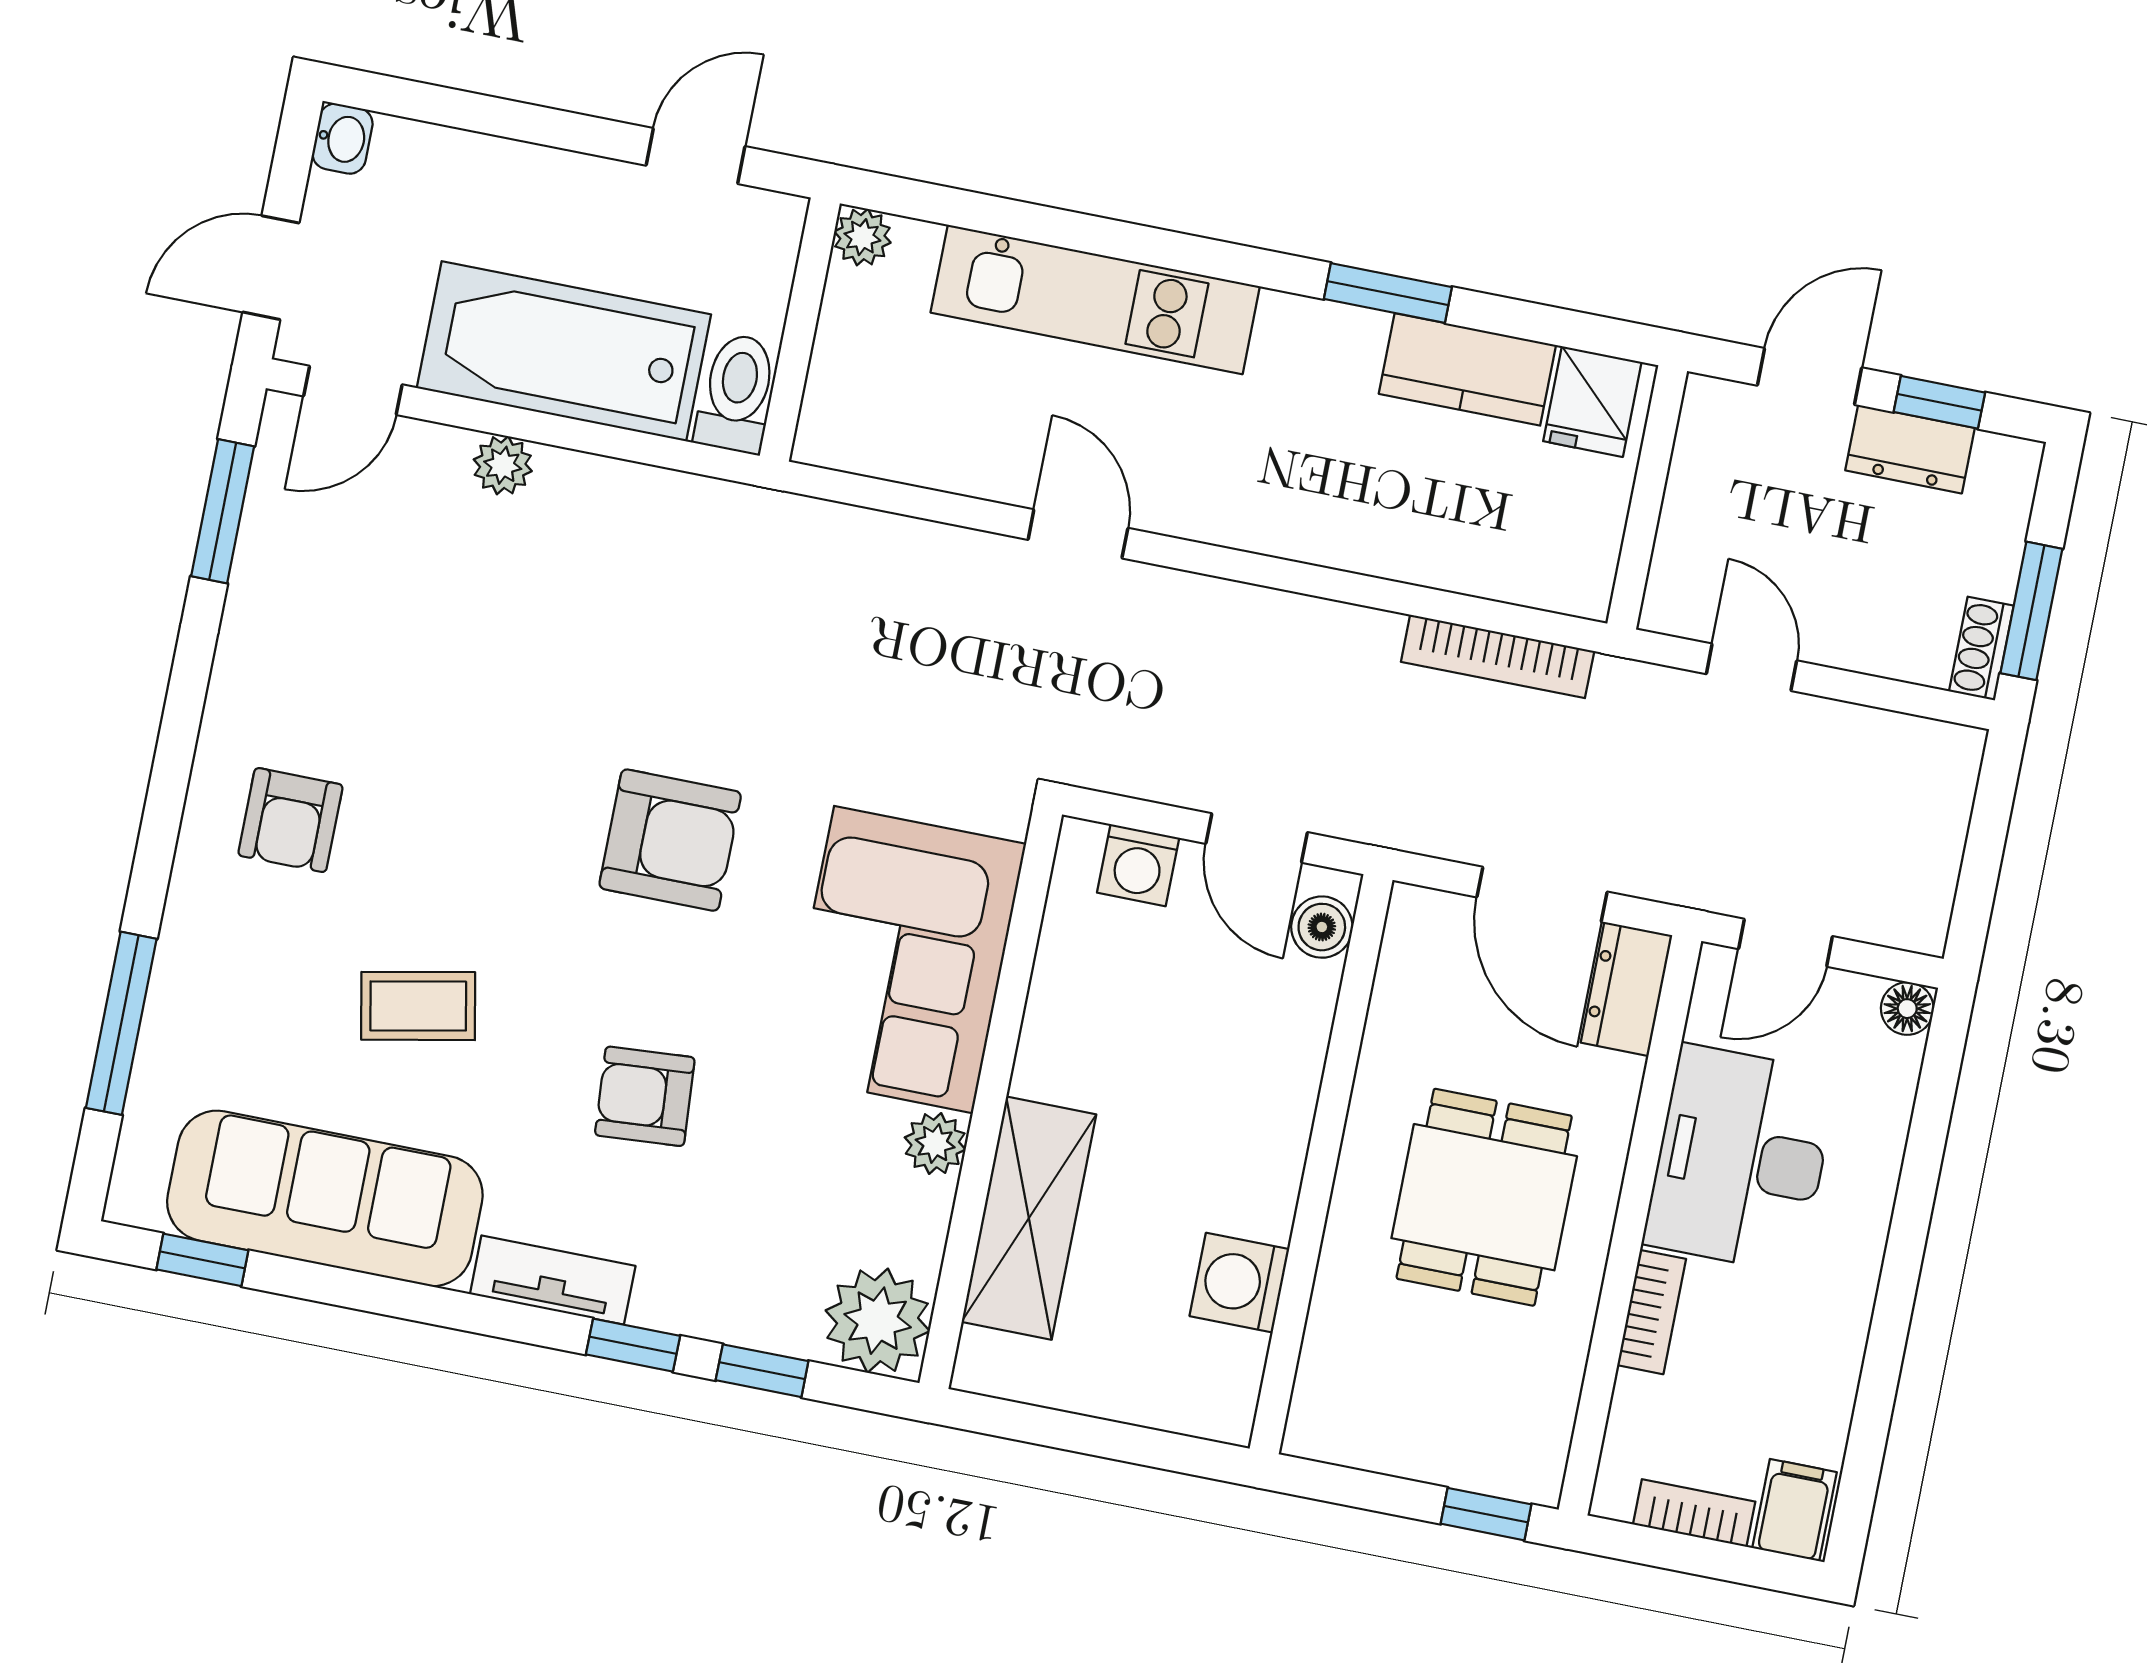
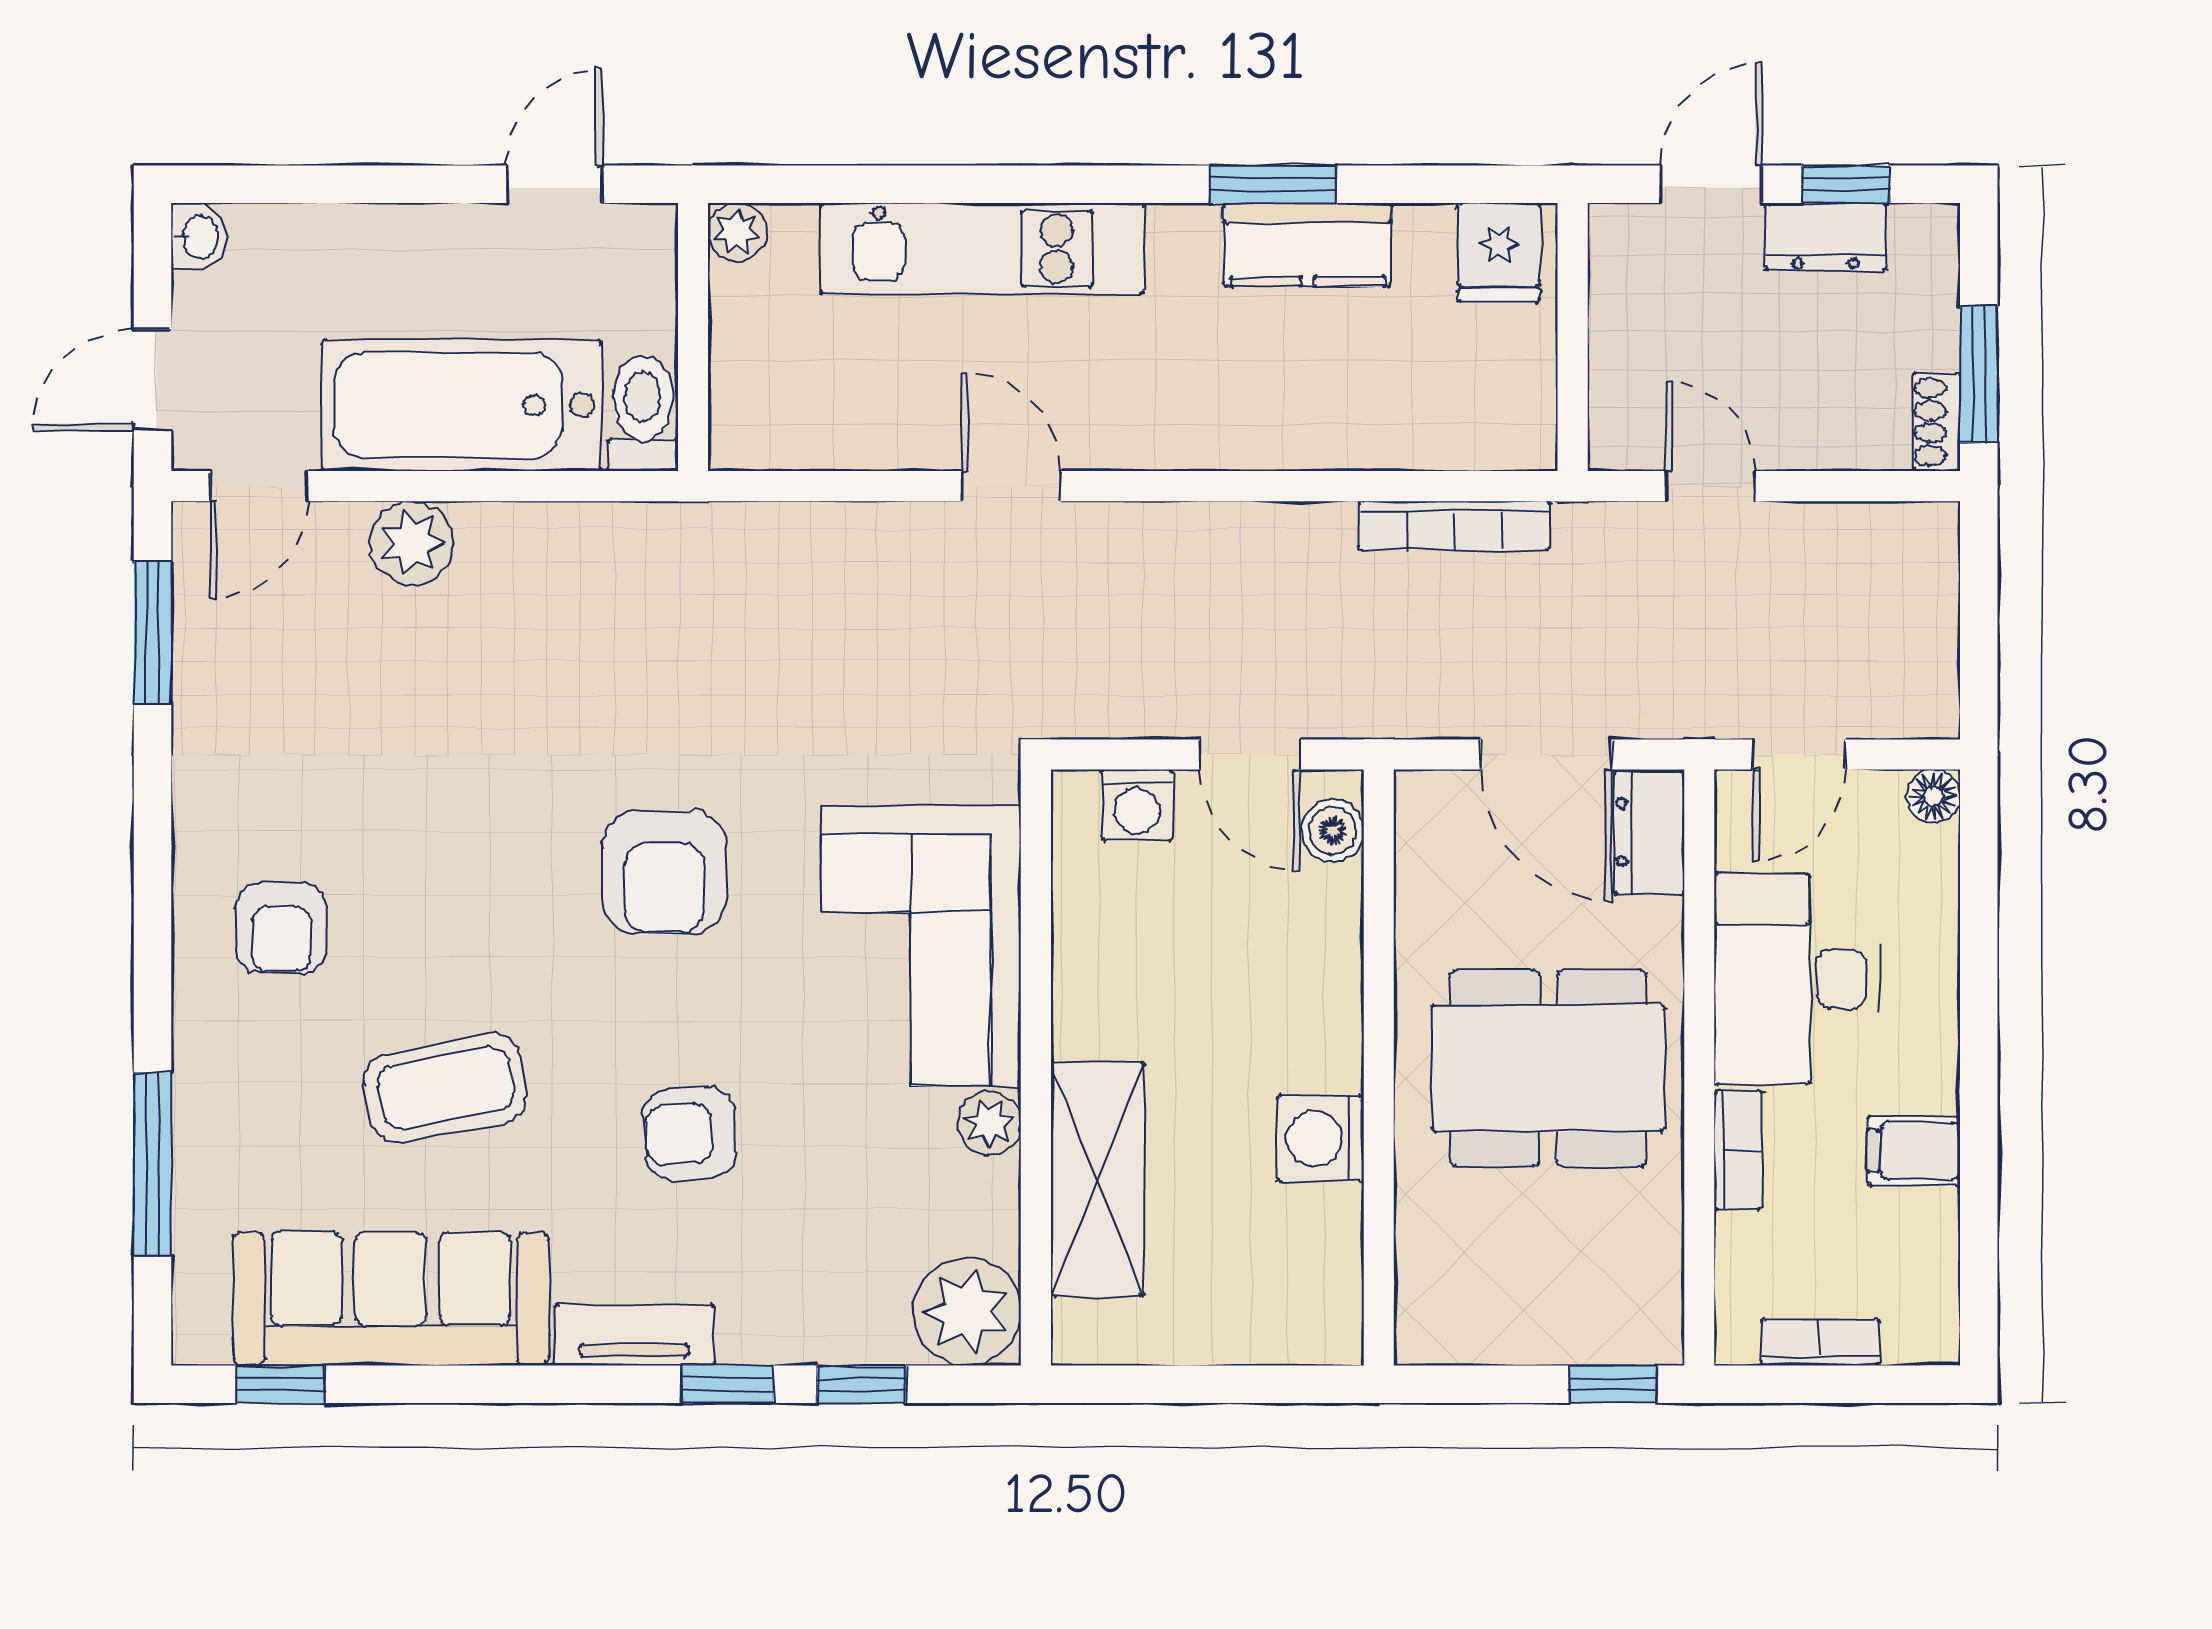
kitchen counter: (1467, 369) -> (1308, 245), moved
plant: (503, 465) -> (412, 543), width x1.38, depth x1.38
armchair: (670, 840) -> (665, 873), turned 90
coffee table: (418, 1006) -> (446, 1088), width x1.36, depth x1.30
dining table: (1484, 1197) -> (1548, 1068), width x1.38
washing machine: (1239, 1283) -> (1321, 1138), moved
filing cabinet: (1795, 1510) -> (1914, 1151), moved, turned -90

